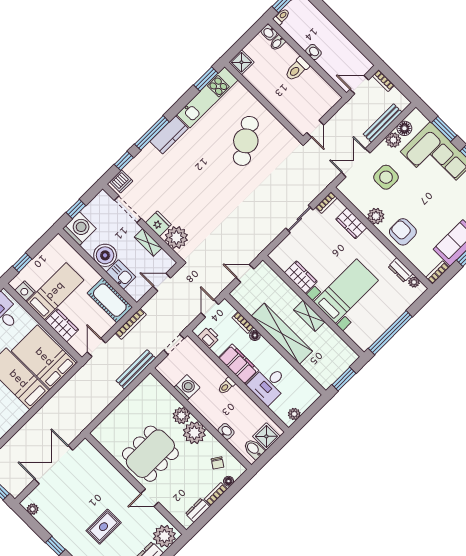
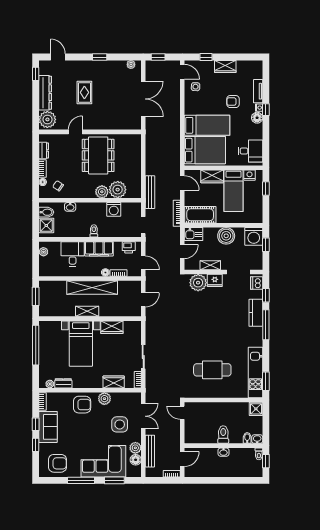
kitchen counter: (169, 135) -> (256, 313), moved
cafe table: (246, 141) -> (212, 370), turned -58
kitchen sink: (121, 275) -> (194, 234), moved
plant: (194, 433) -> (118, 190), moved

